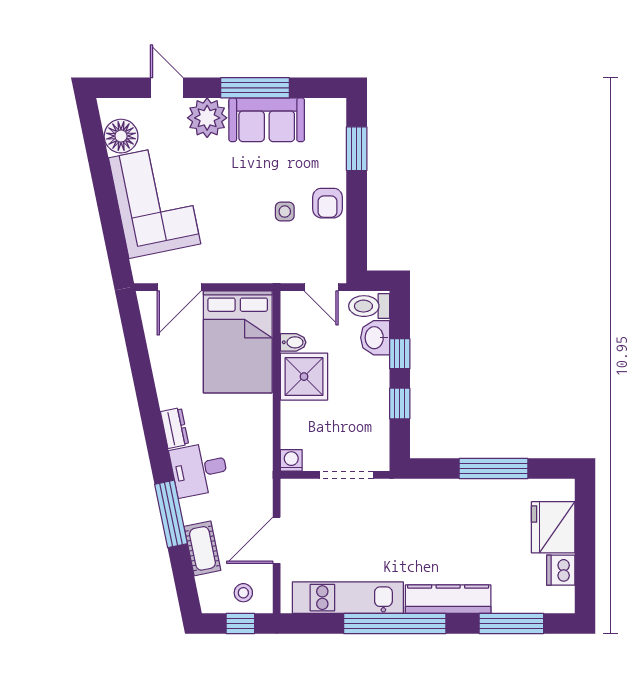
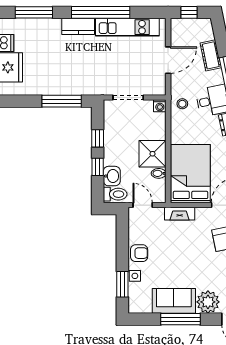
armchair: (327, 203) -> (139, 253), turned 90
side table: (285, 212) -> (135, 276), moved
fireplace: (257, 272) -> (180, 214), added
window: (493, 469) -> (62, 101), moved
stool: (243, 593) -> (182, 104), moved
kitchen counter: (448, 599) -> (78, 26), width x0.67

